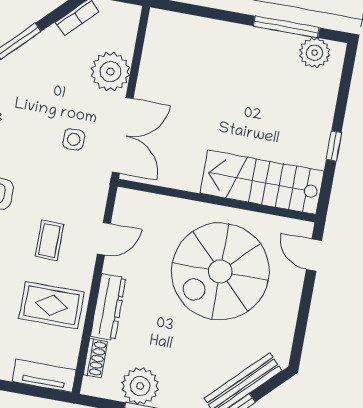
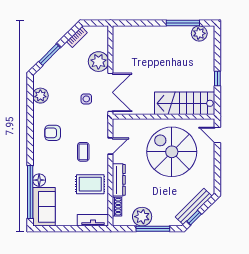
spiral stairs: (220, 271) -> (172, 152), turned 90

